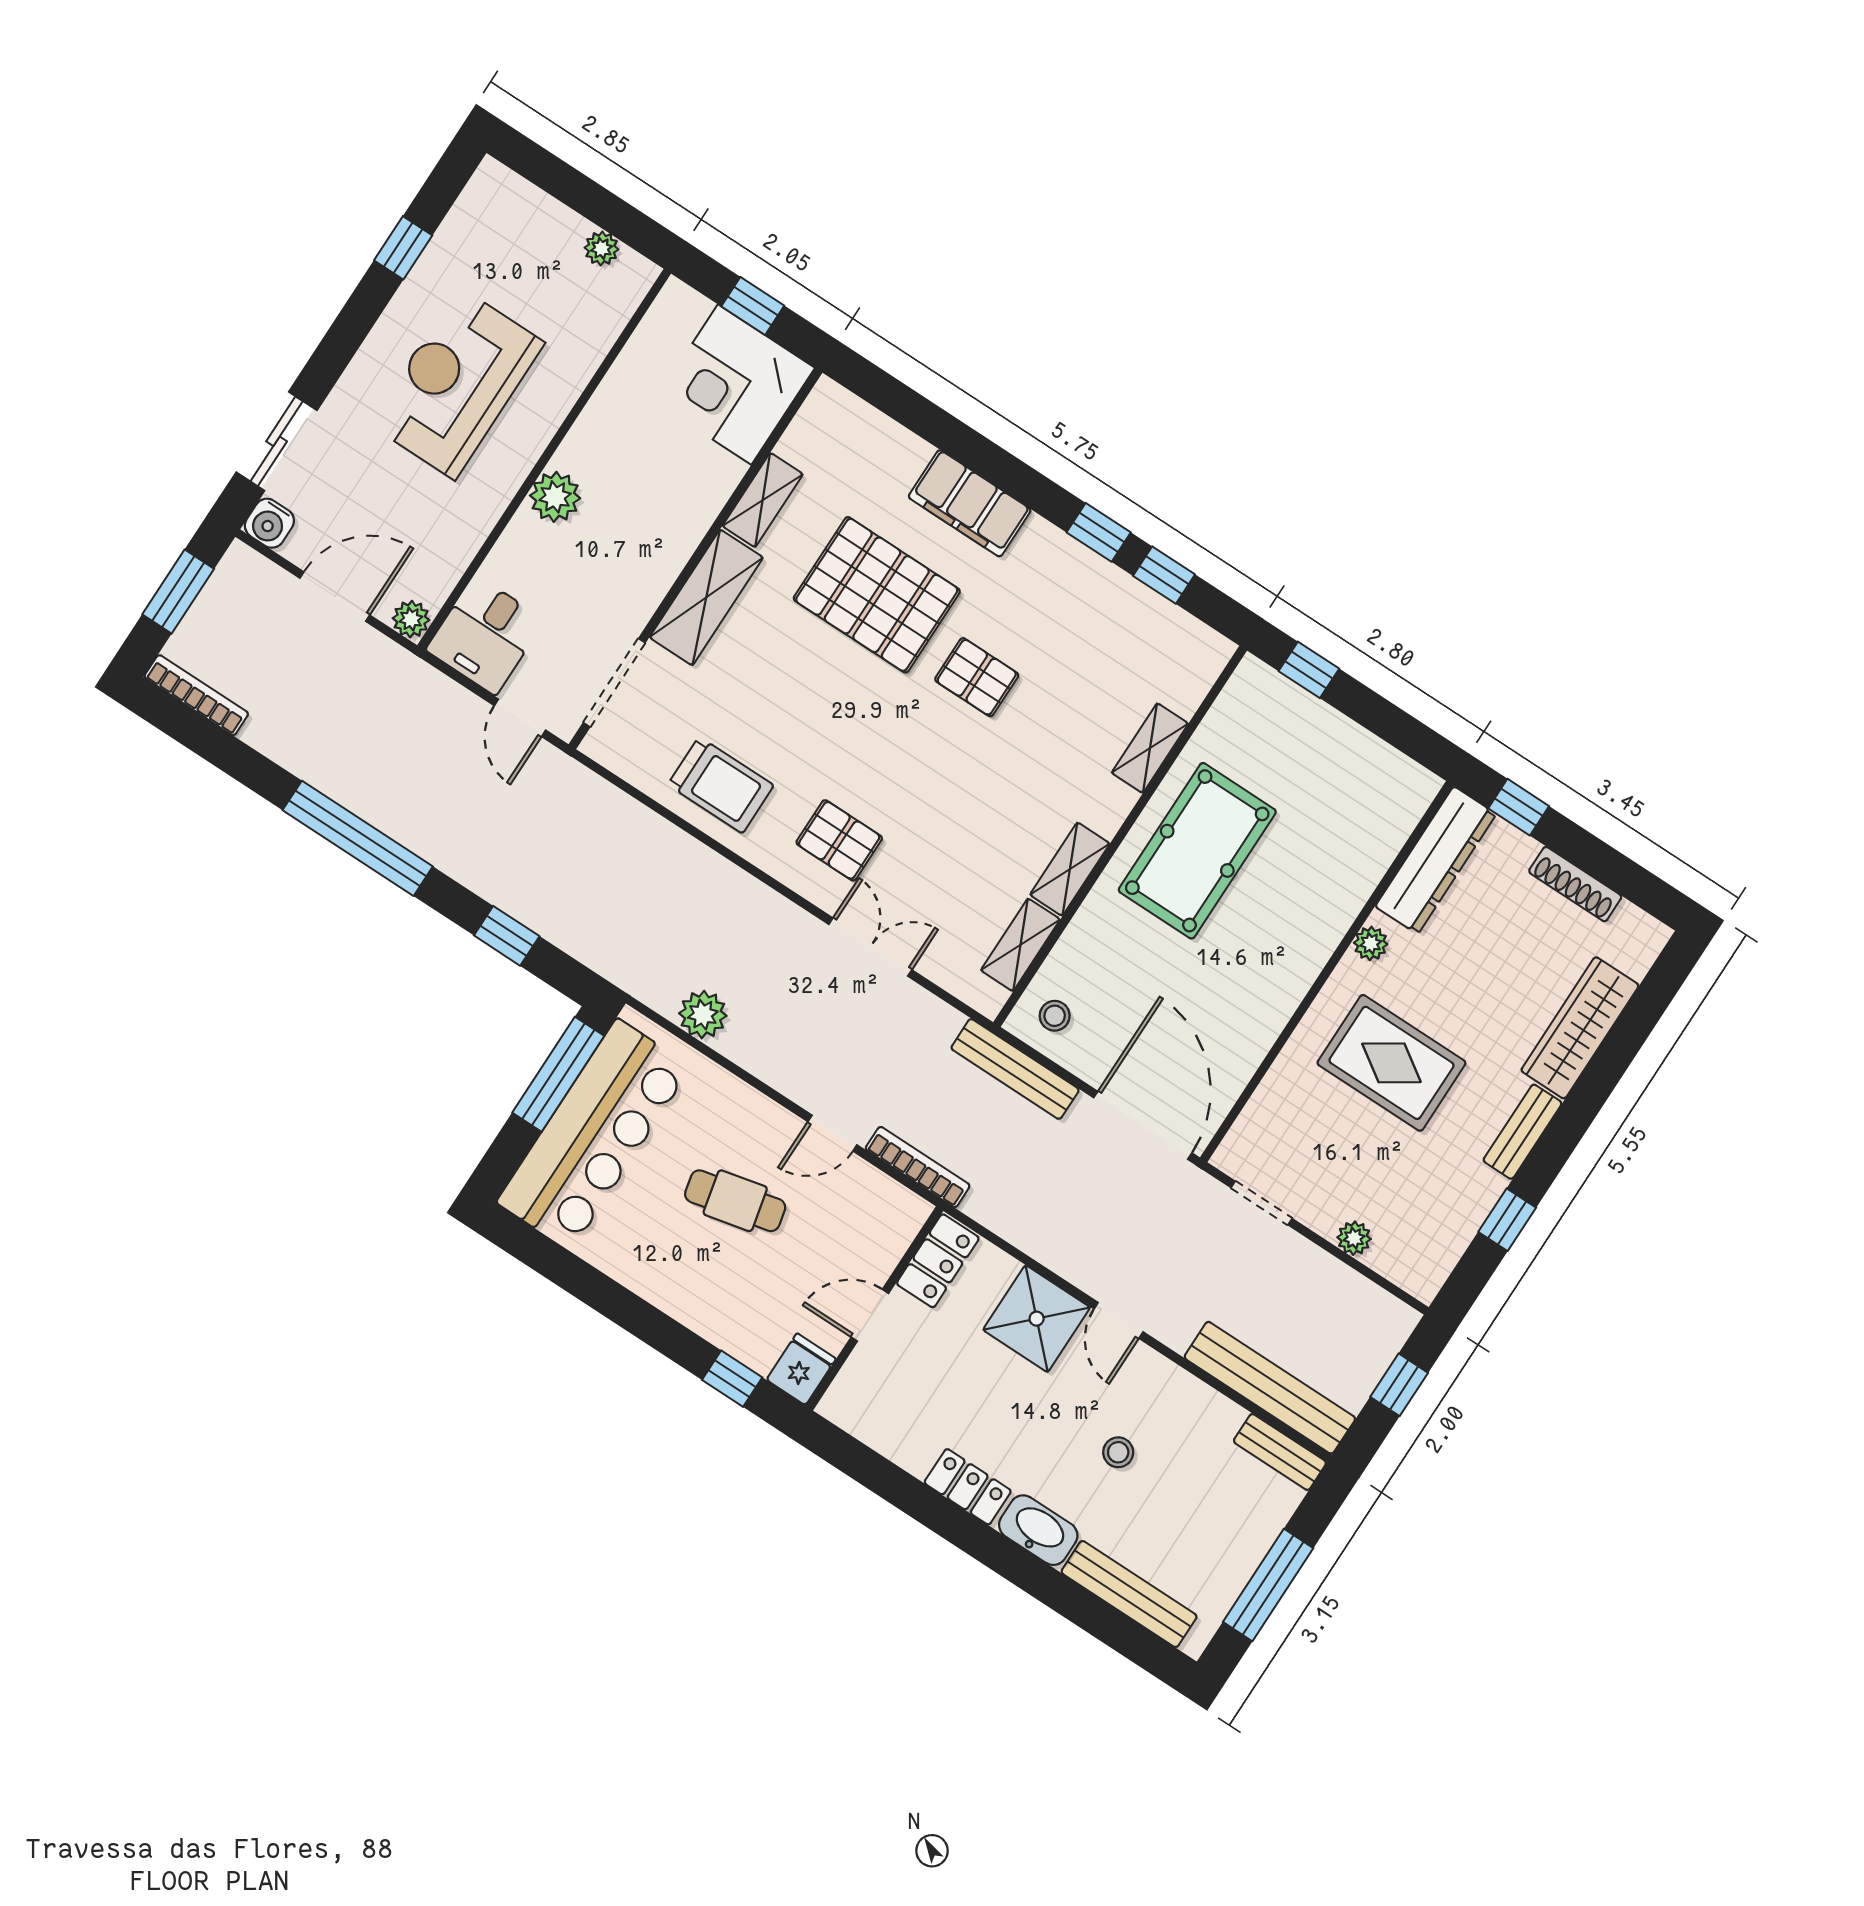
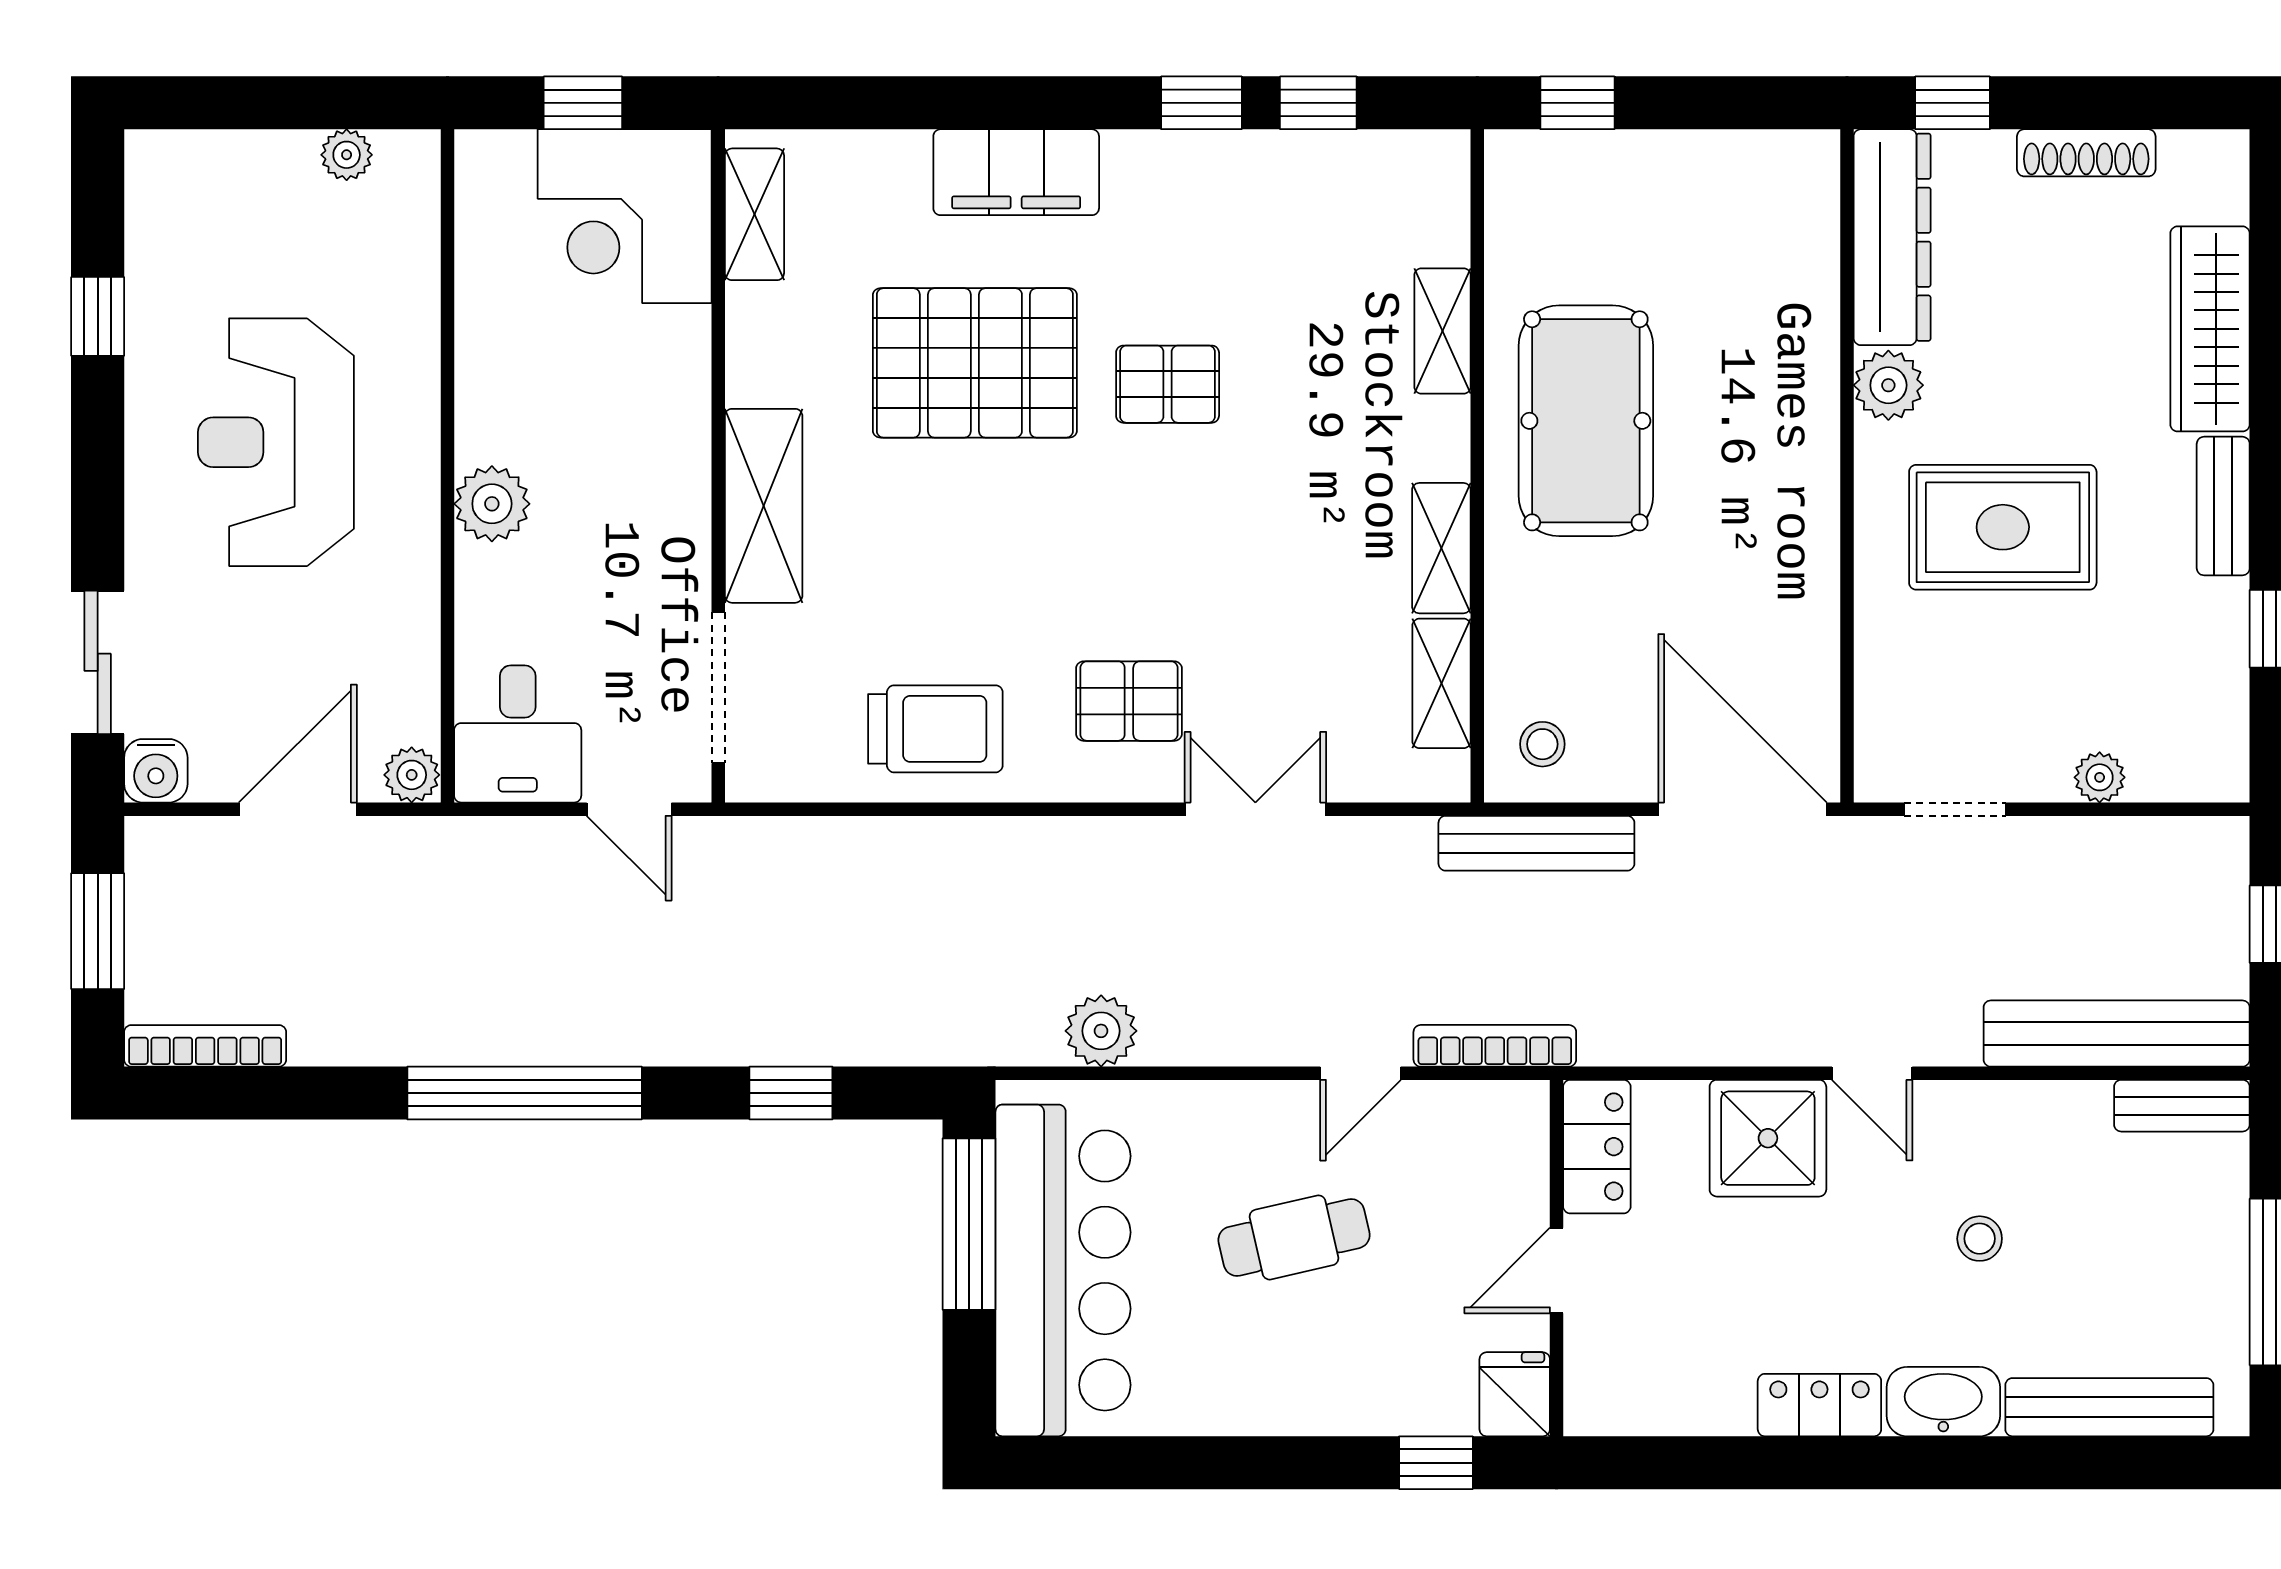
shelving: (763, 500) -> (754, 214), moved
plant: (1371, 943) -> (1888, 385), width x1.38, depth x1.38

